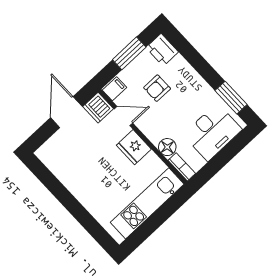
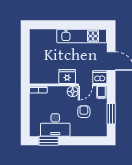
printer: (162, 50) -> (99, 130), removed
desk: (212, 132) -> (55, 125), moved, turned -90
floor lamp: (167, 147) -> (73, 92), moved
kitchen unit: (147, 203) -> (82, 36), moved, turned 90

